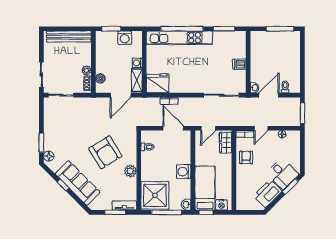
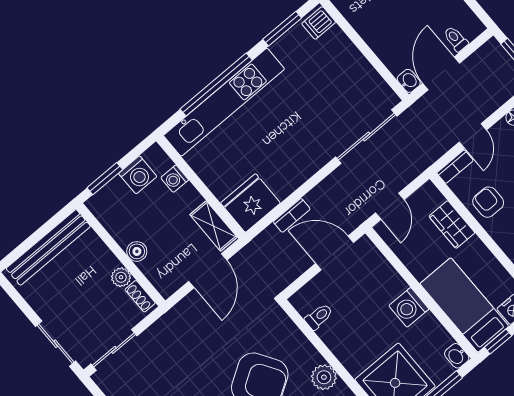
washing machine: (137, 63) -> (175, 179), moved
dishwasher: (239, 64) -> (319, 23), moved
boiler: (100, 78) -> (137, 251), moved
wardrobe: (226, 143) -> (452, 225), moved

